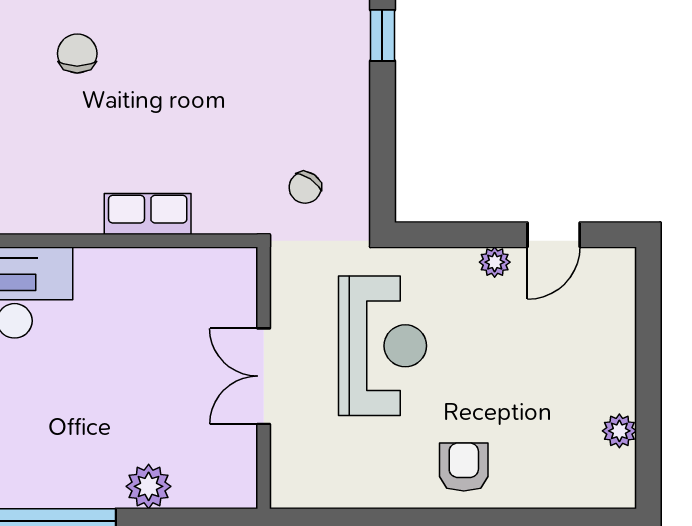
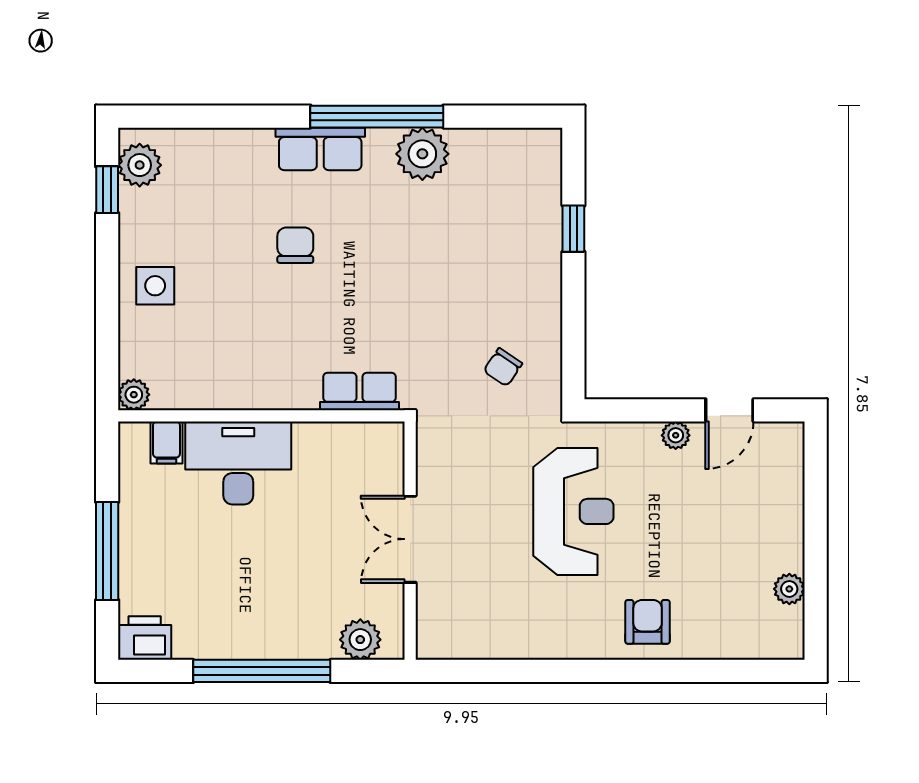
double door: (264, 376) -> (410, 539), moved
wall: (264, 378) -> (410, 541), moved

